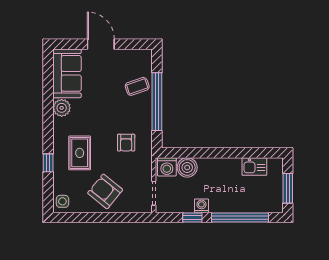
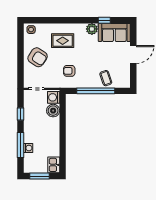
window: (48, 163) -> (104, 20), moved
kitchen sink: (254, 167) -> (54, 165), moved
armchair: (105, 191) -> (38, 57), turned 84
washing machine: (201, 206) -> (28, 148), moved
window: (240, 218) -> (21, 145), width x0.68

